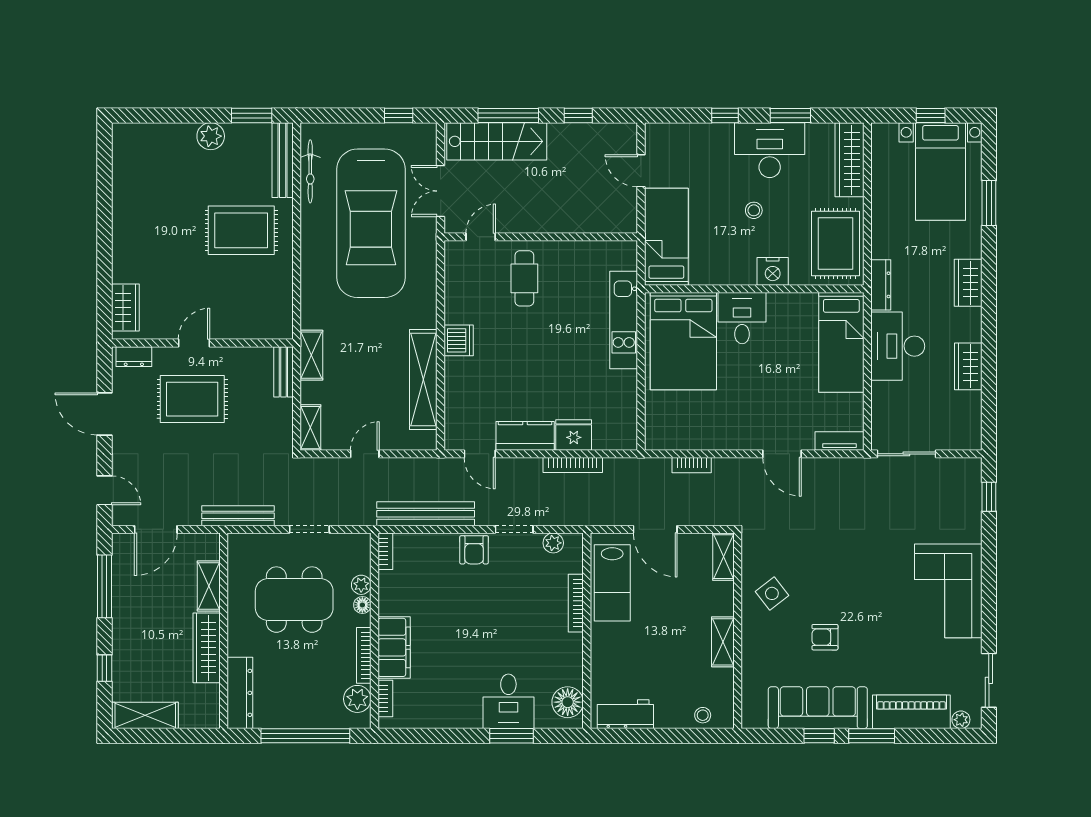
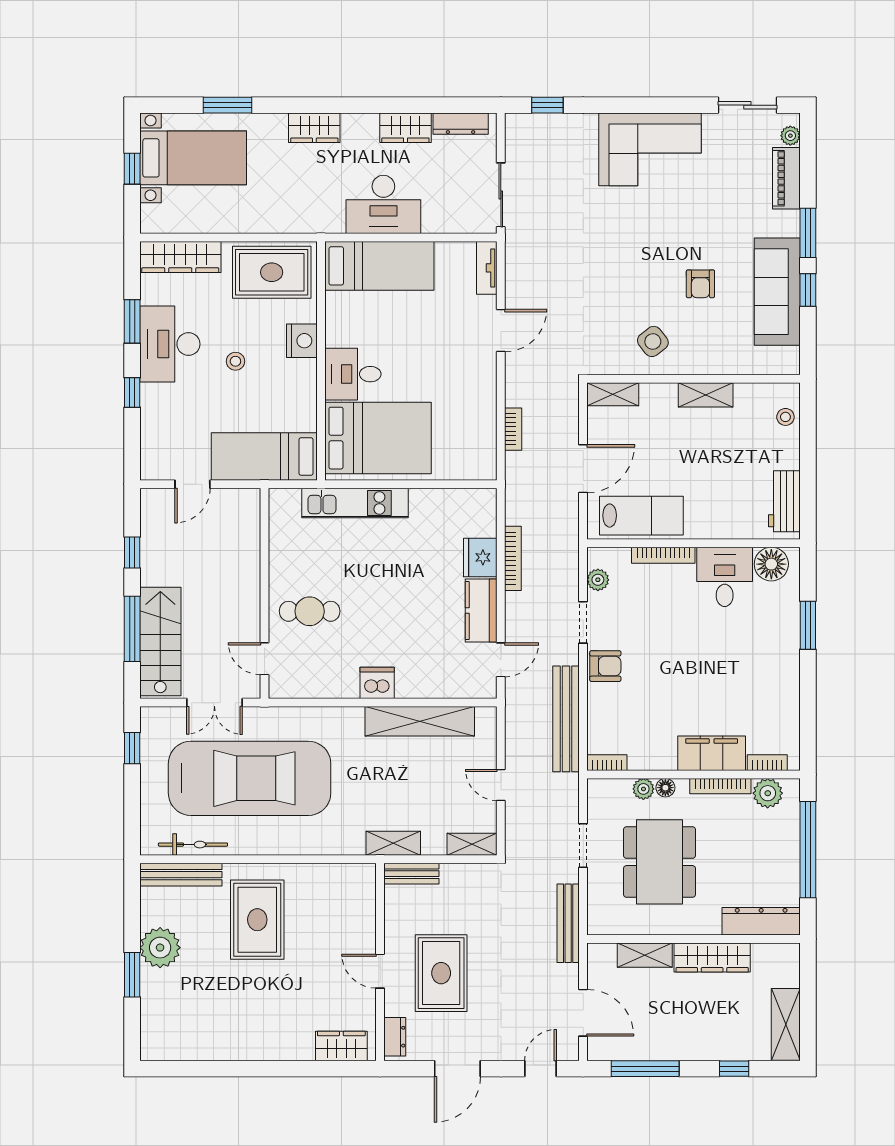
window: (252, 115) -> (132, 975), moved
plant: (211, 136) -> (160, 948), width x1.36, depth x1.36
dresser: (881, 285) -> (461, 124), moved, turned 180
desk: (508, 701) -> (725, 577), moved, turned -90
piano: (911, 712) -> (786, 178), width x0.73, depth x0.75

